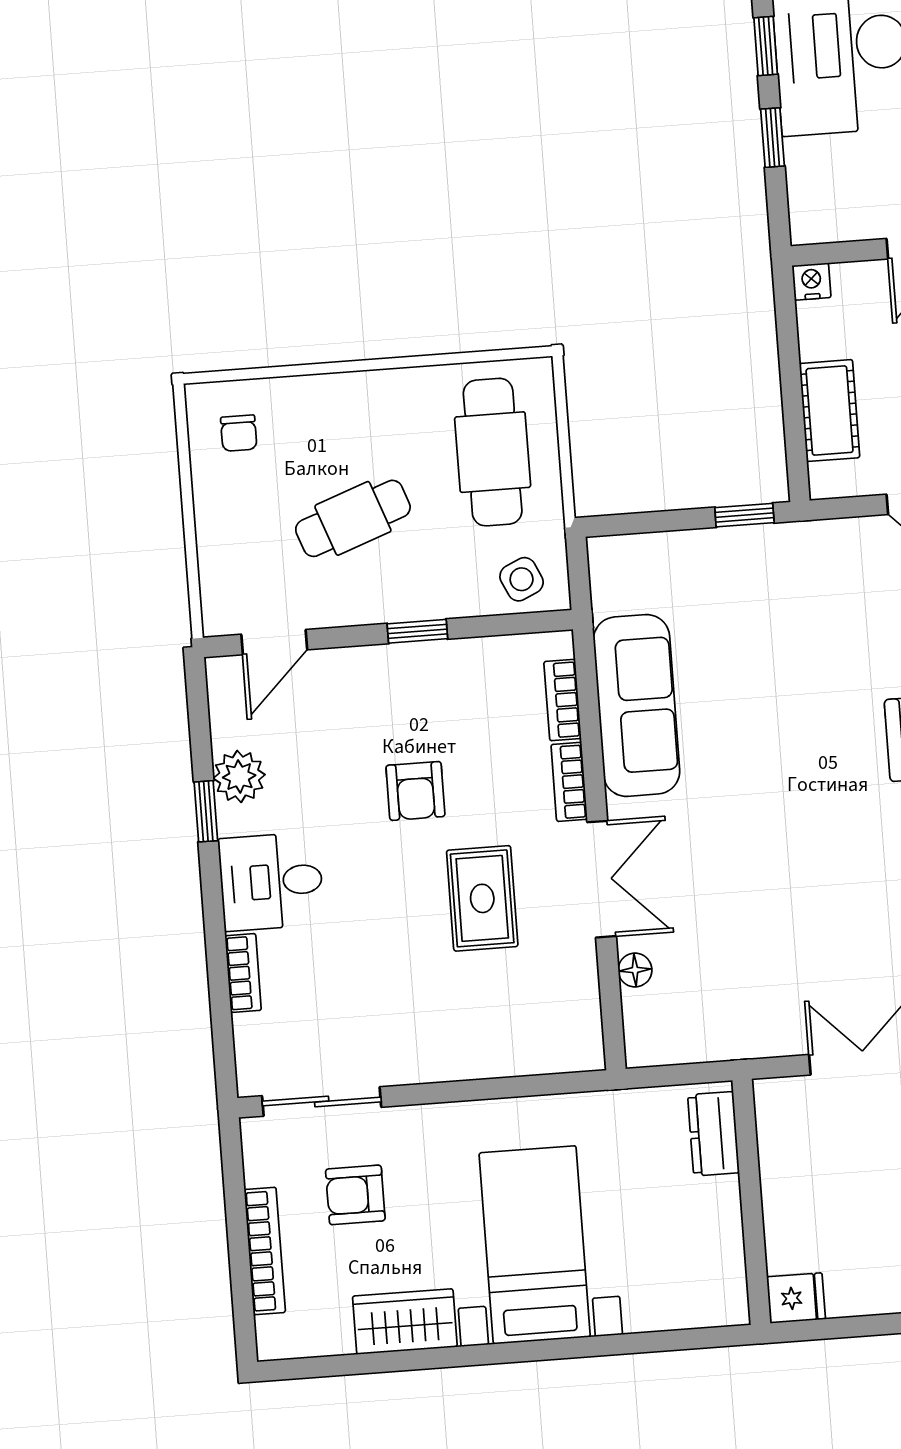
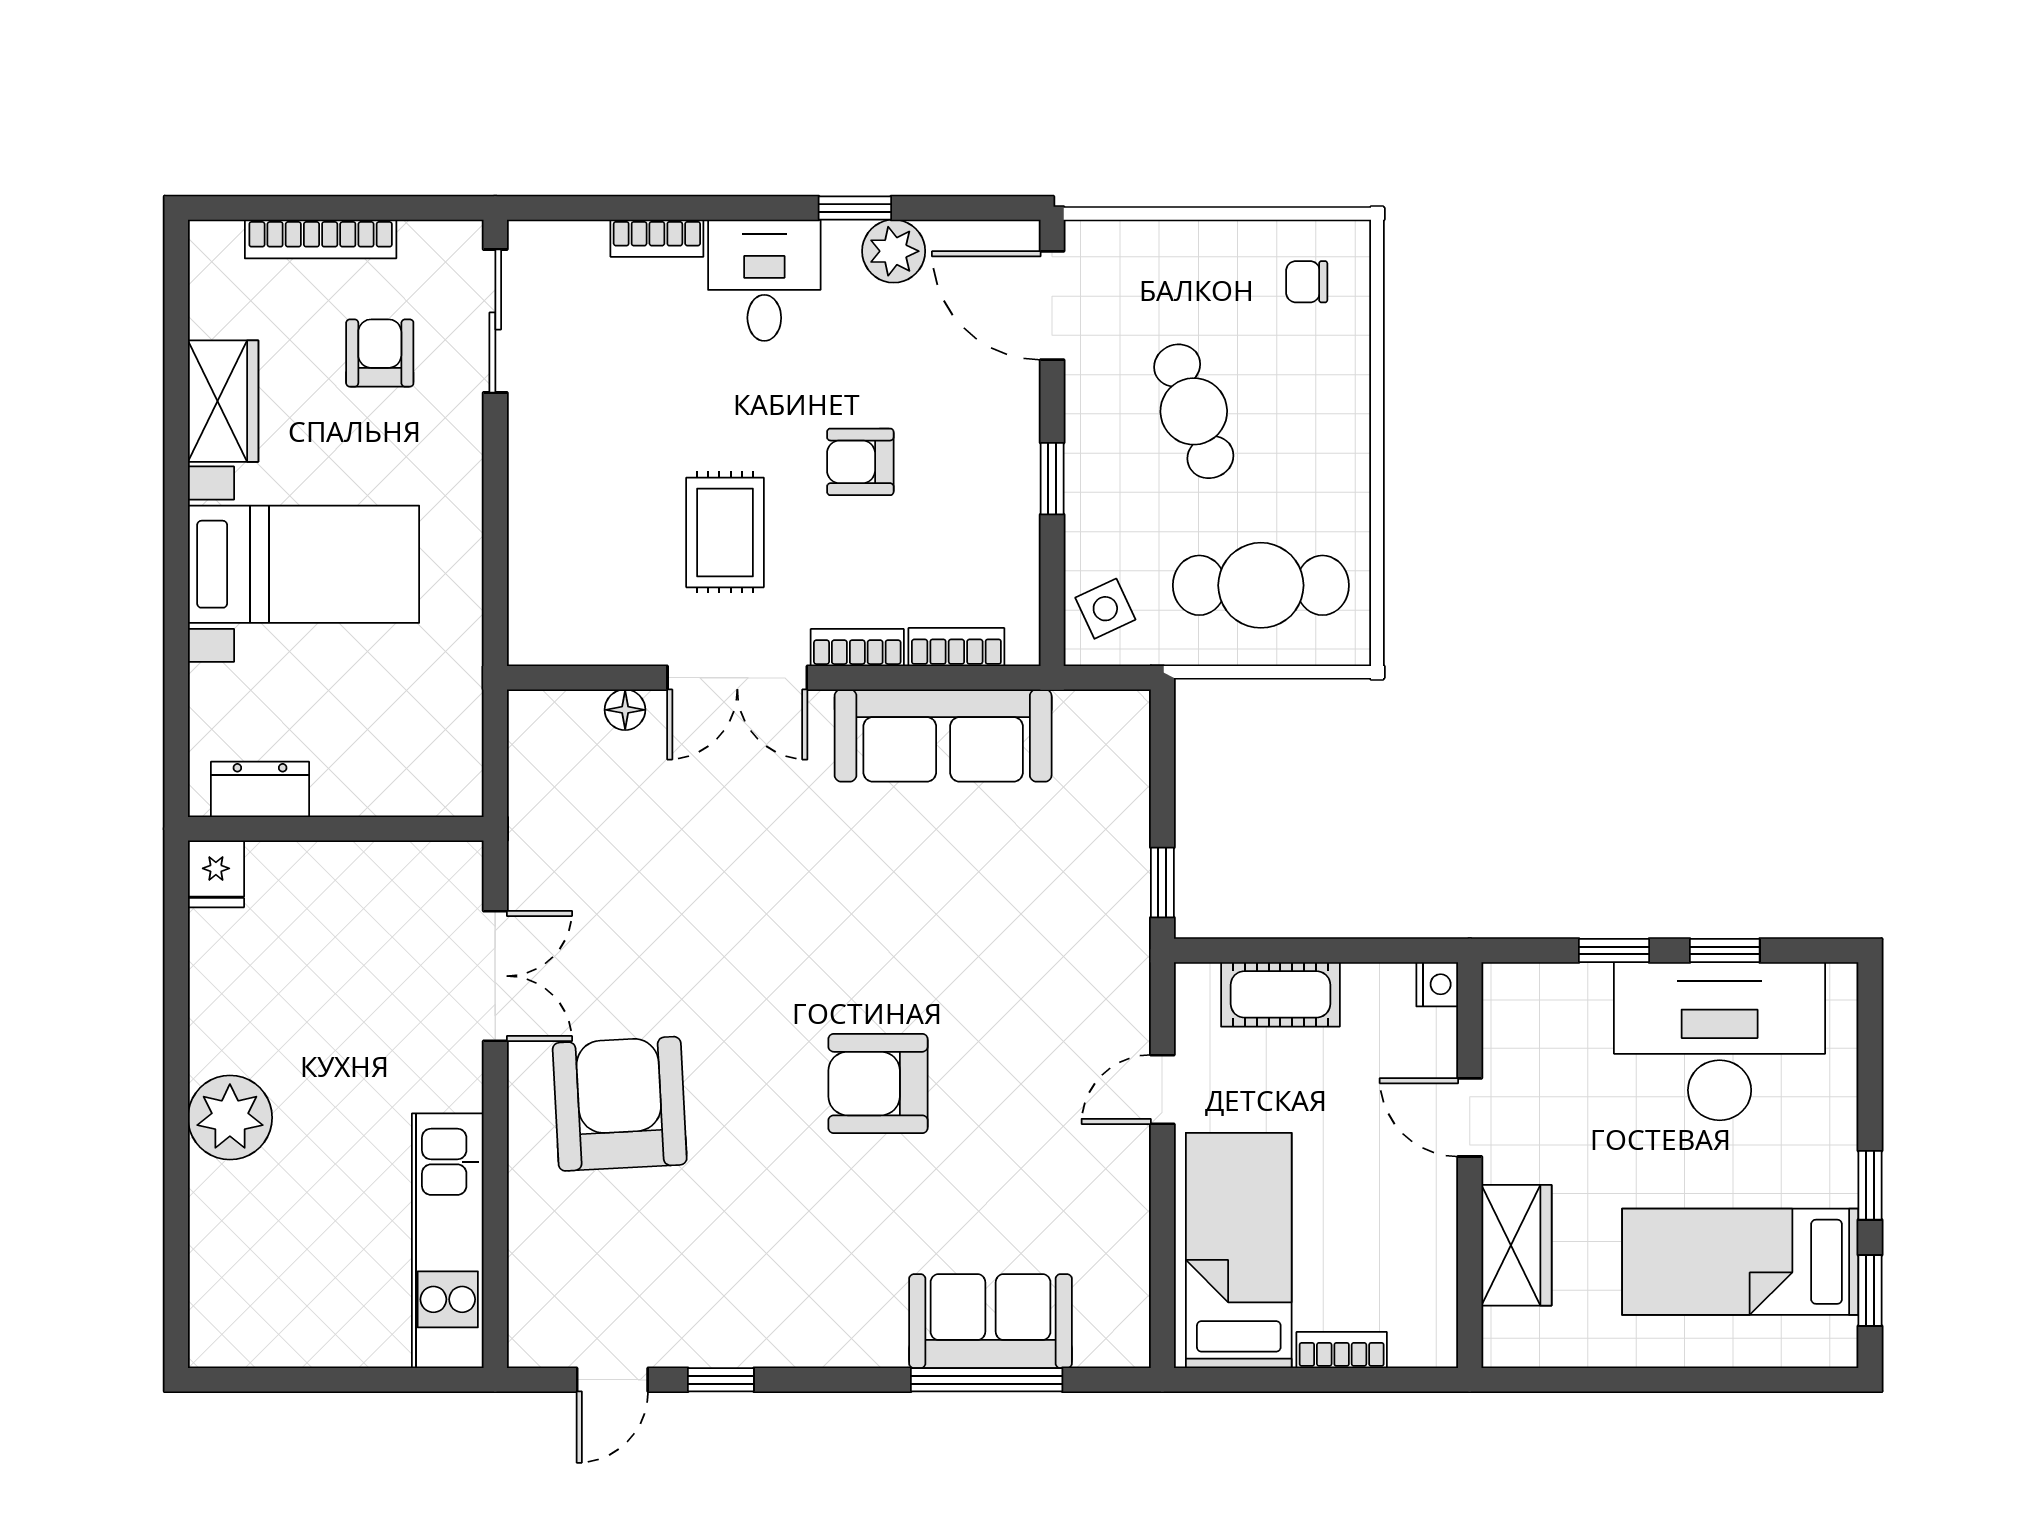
door: (274, 642) -> (1052, 306), width x1.37
rug: (482, 898) -> (725, 532), turned 90
dresser: (713, 1134) -> (260, 789), moved

